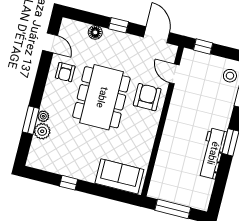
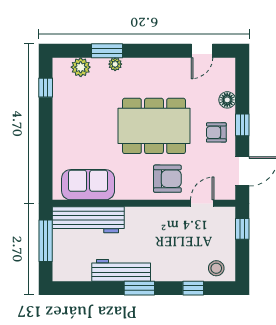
armchair: (65, 72) -> (216, 132), moved
plant: (42, 131) -> (81, 67), moved
workbench: (164, 170) -> (88, 220), added
sofa: (119, 176) -> (88, 185), moved, turned -90
window: (69, 183) -> (46, 88), moved

